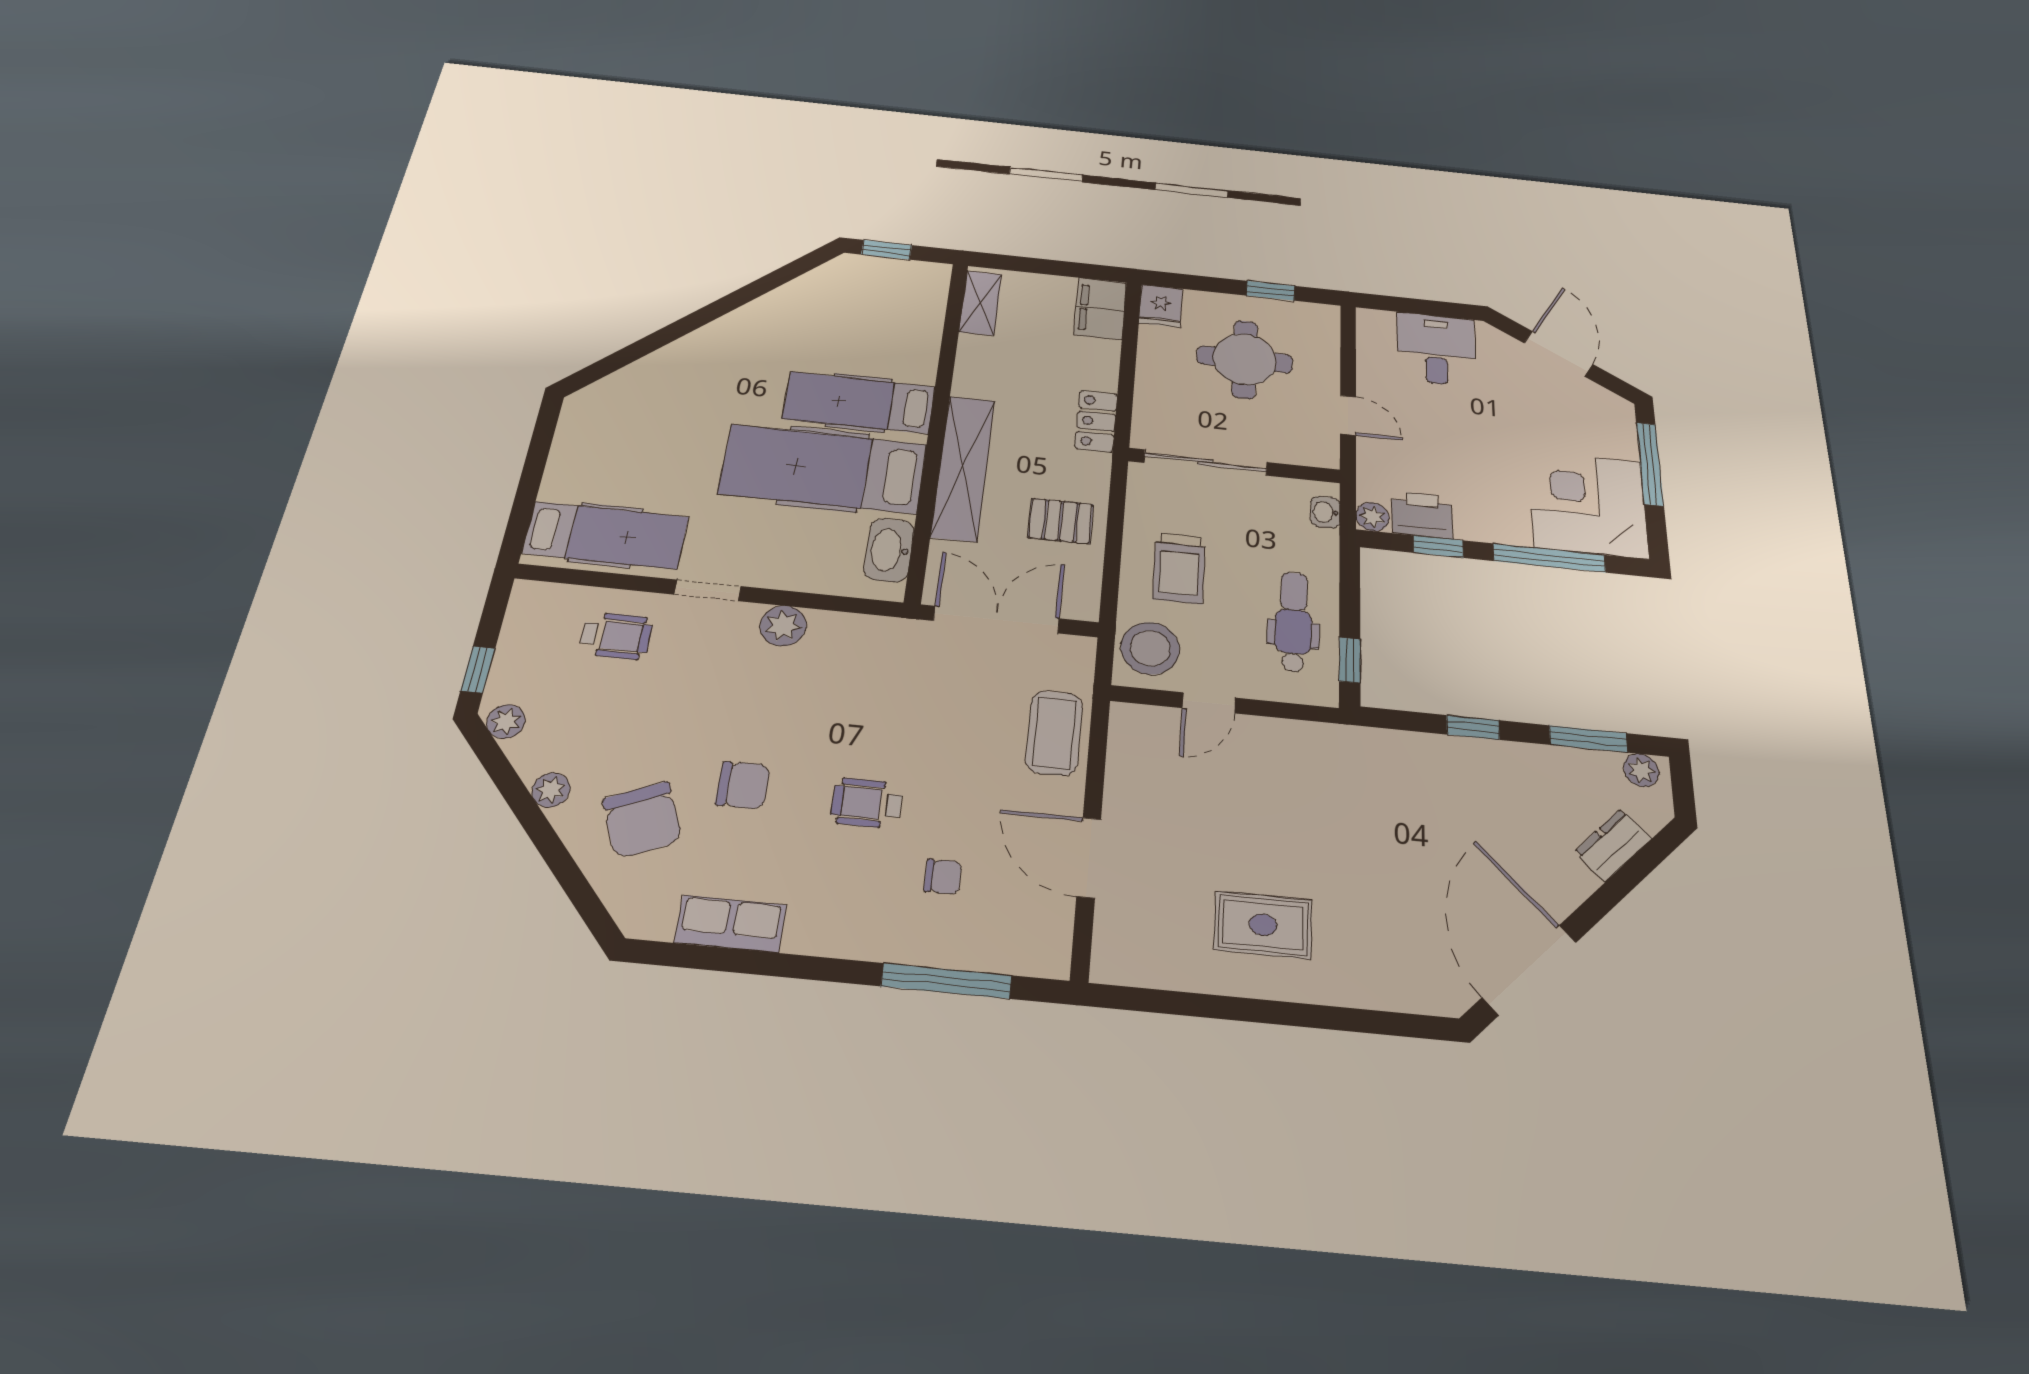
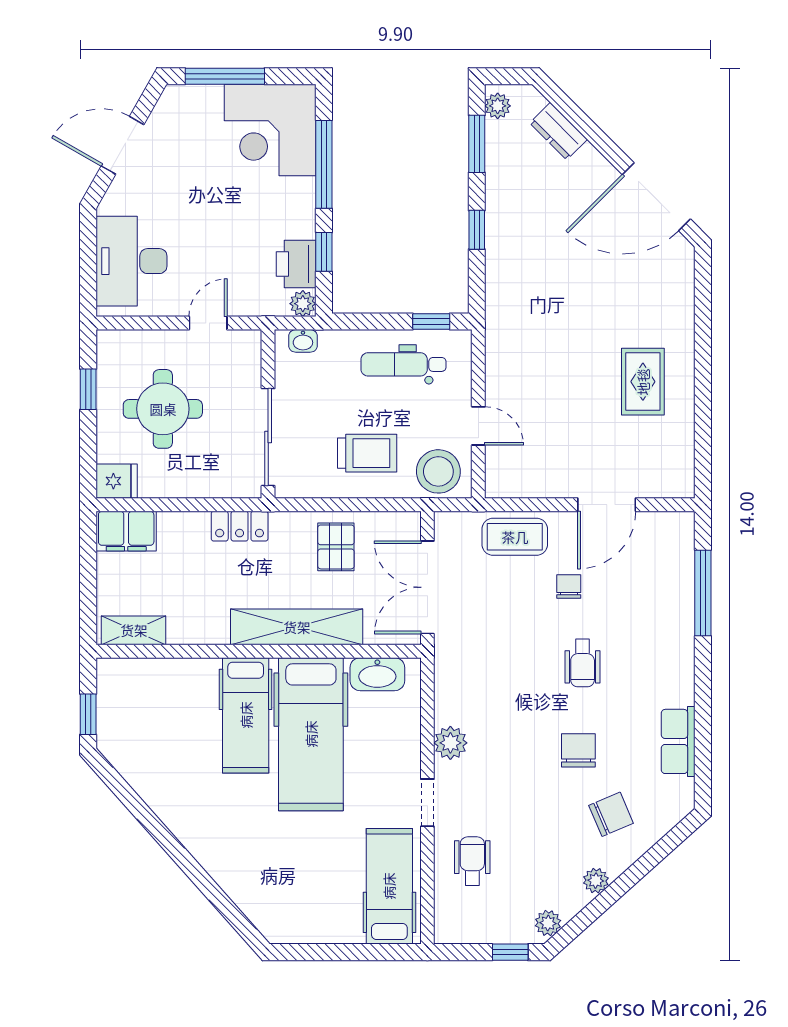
desk: (1436, 349) -> (131, 261), width x1.37
chair: (642, 820) -> (611, 814), width x0.73, depth x0.73
chair: (943, 877) -> (569, 586), moved

